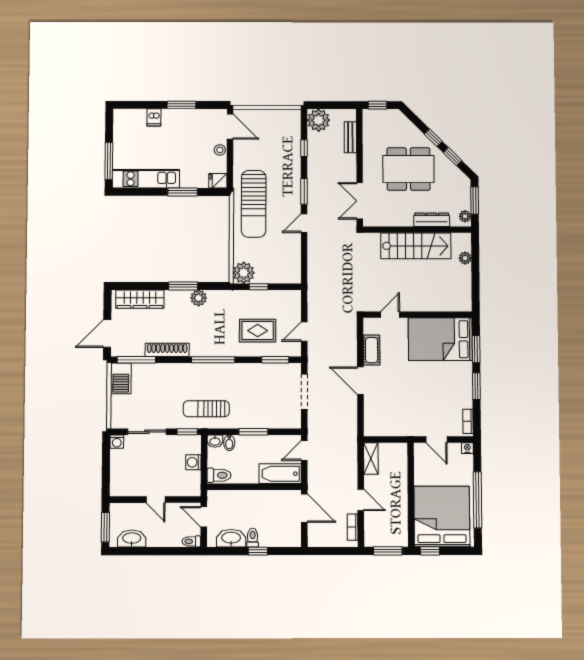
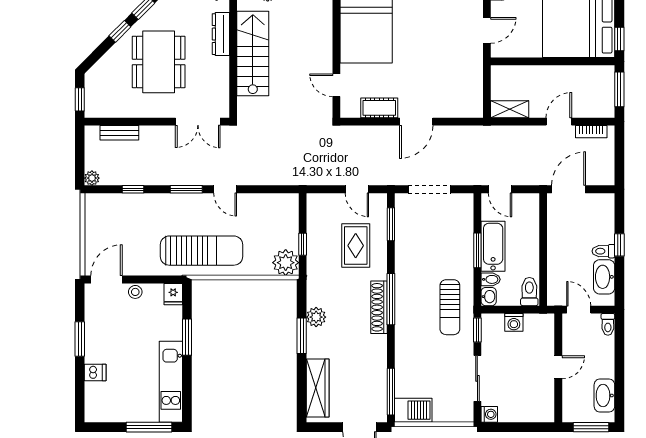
plant: (319, 120) -> (92, 178), width x0.53, depth x0.53
shoe rack: (167, 350) -> (379, 307), moved
bathtub: (280, 474) -> (493, 246), moved, turned 180
door: (204, 517) -> (579, 310), swing flipped

